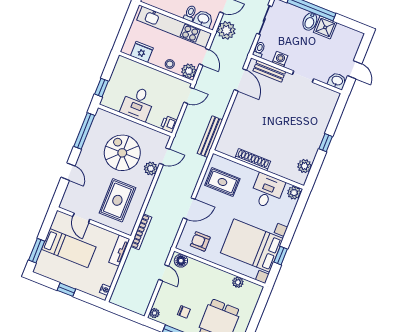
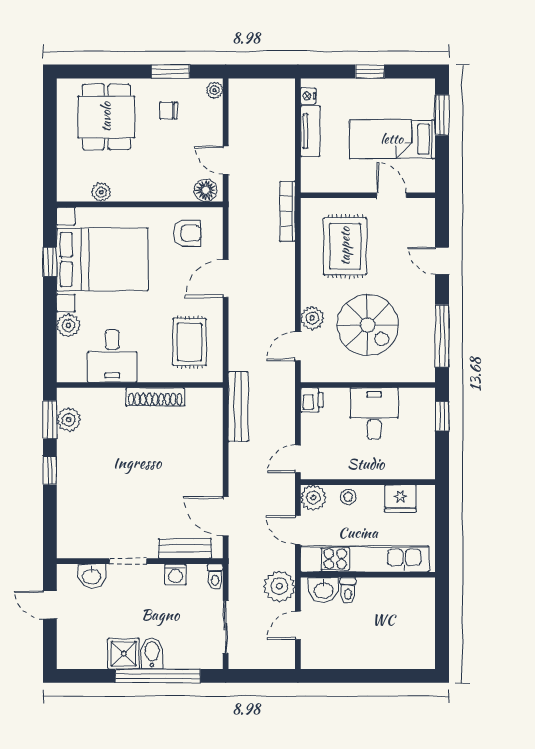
washbasin: (337, 81) -> (92, 576), moved
window: (315, 170) -> (50, 420), added
rug: (222, 182) -> (189, 342), turned 90
plant: (294, 193) -> (68, 325), moved
tv unit: (119, 251) -> (310, 131), moved

